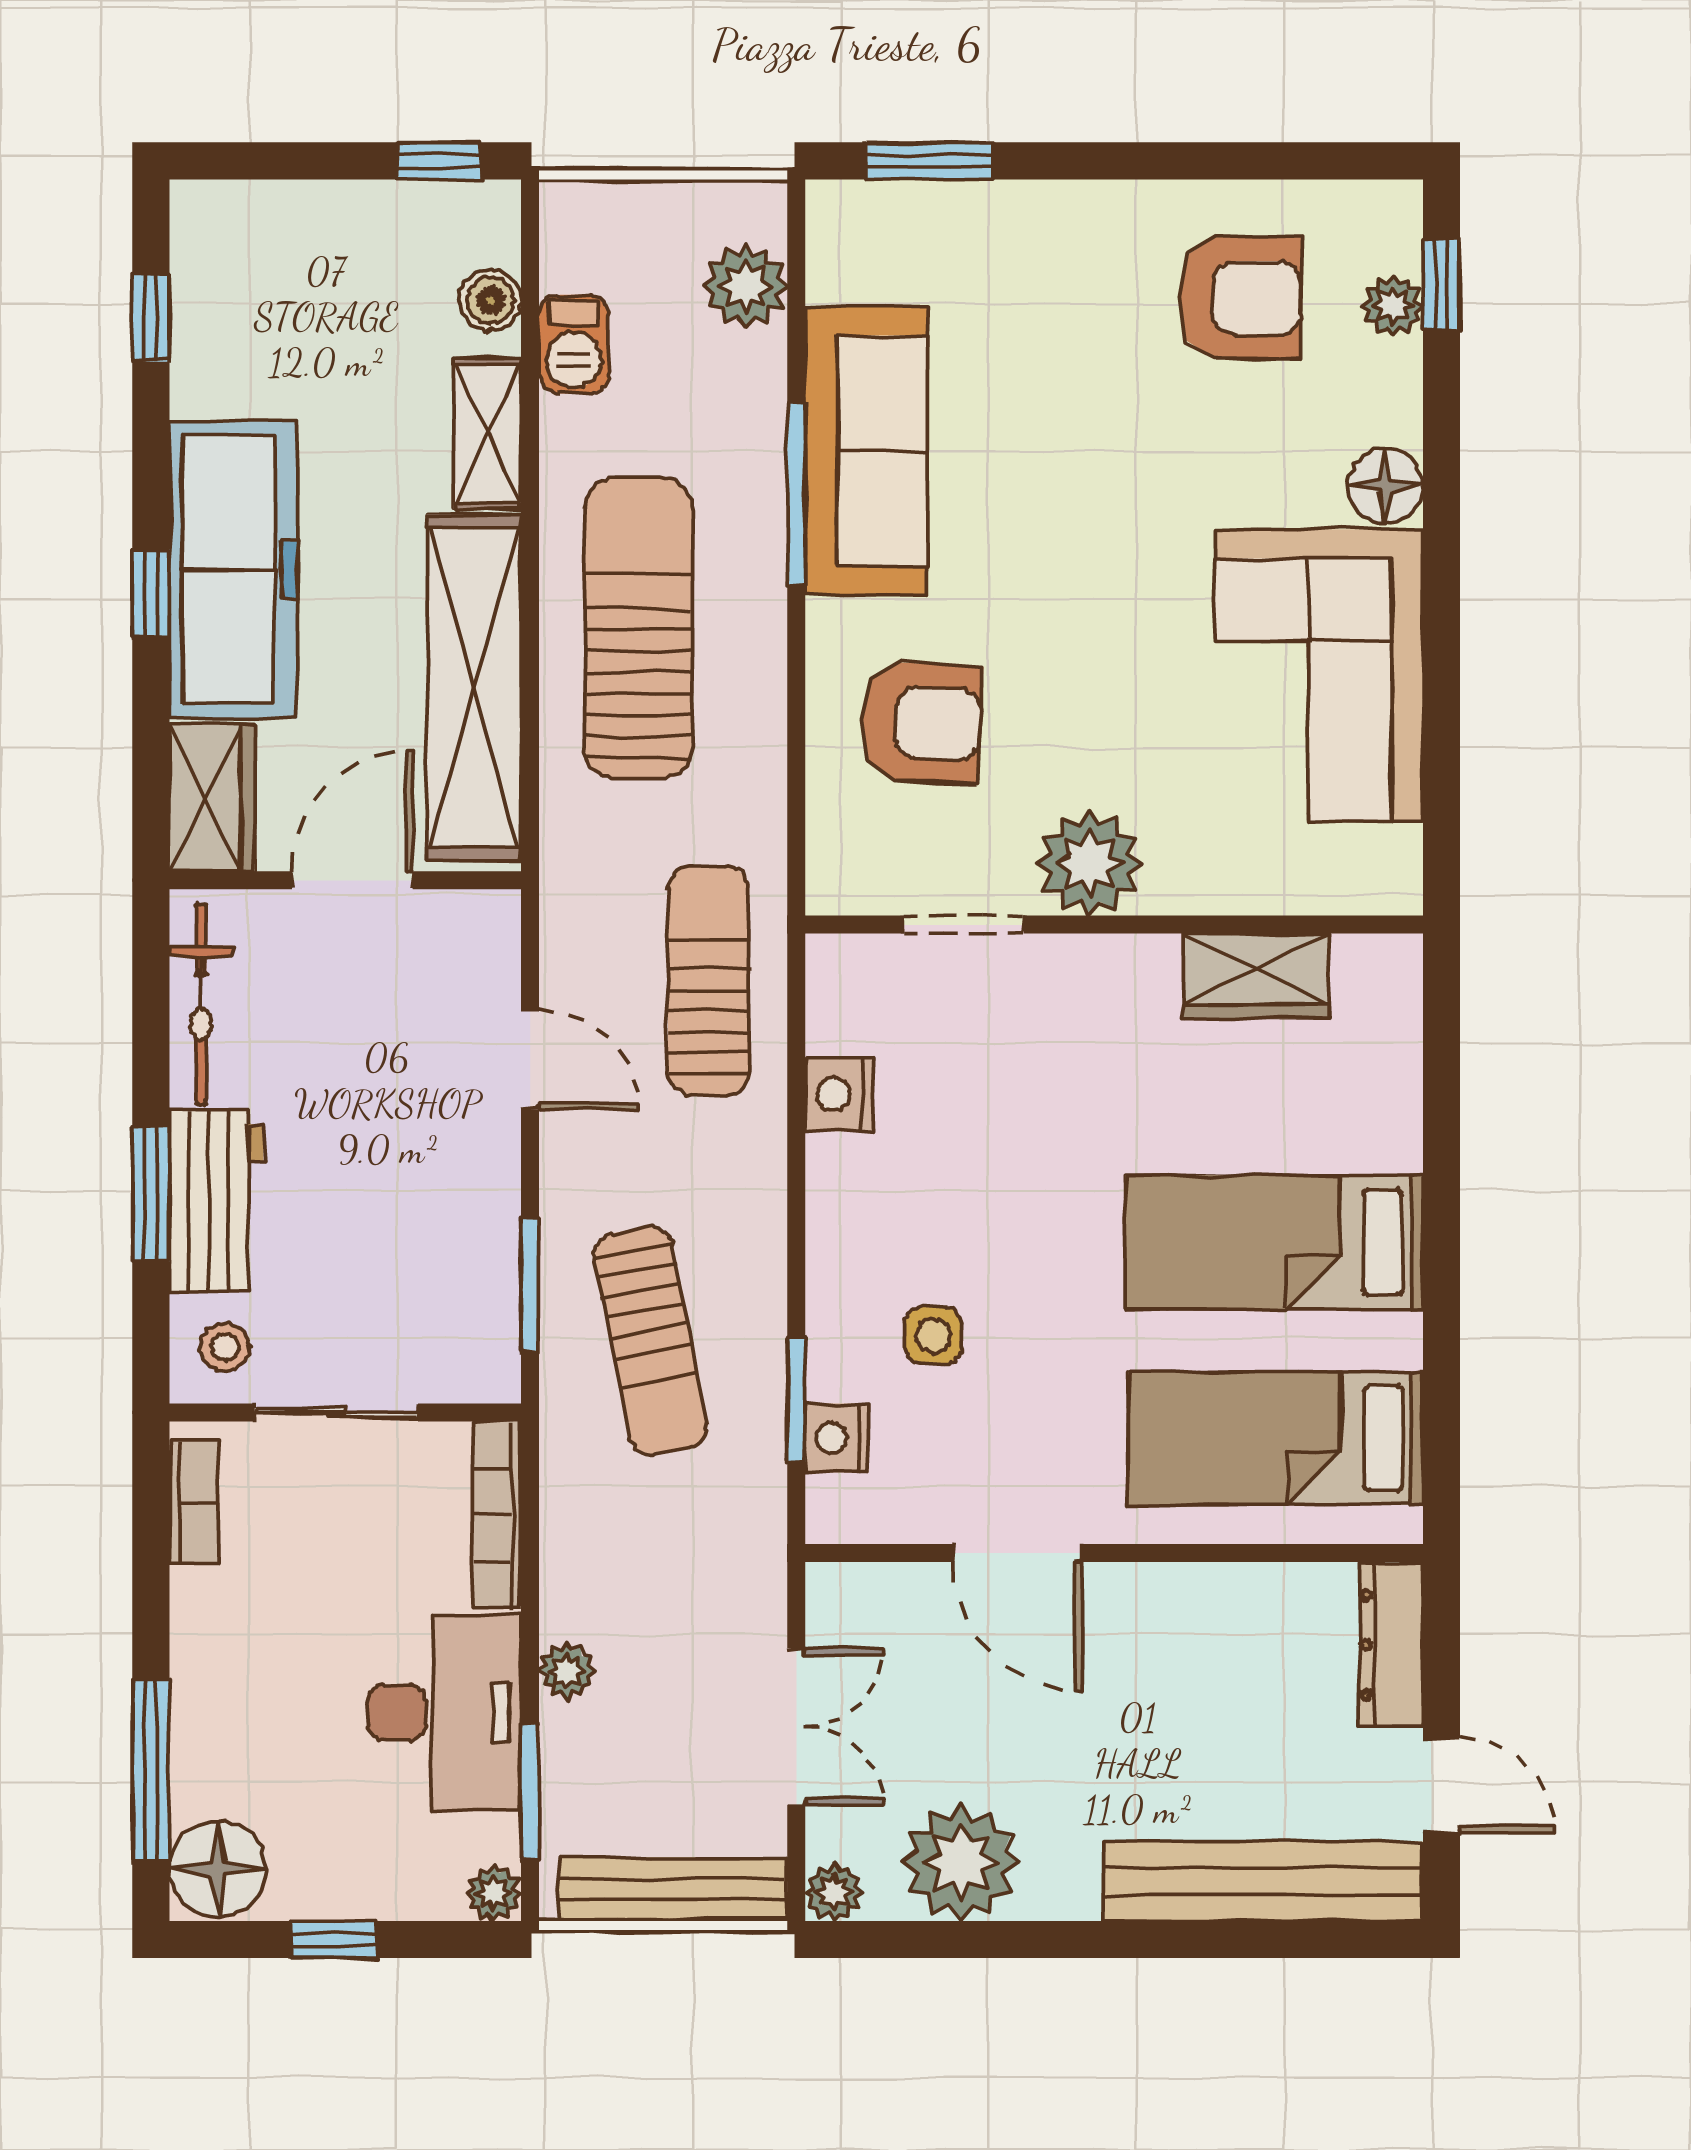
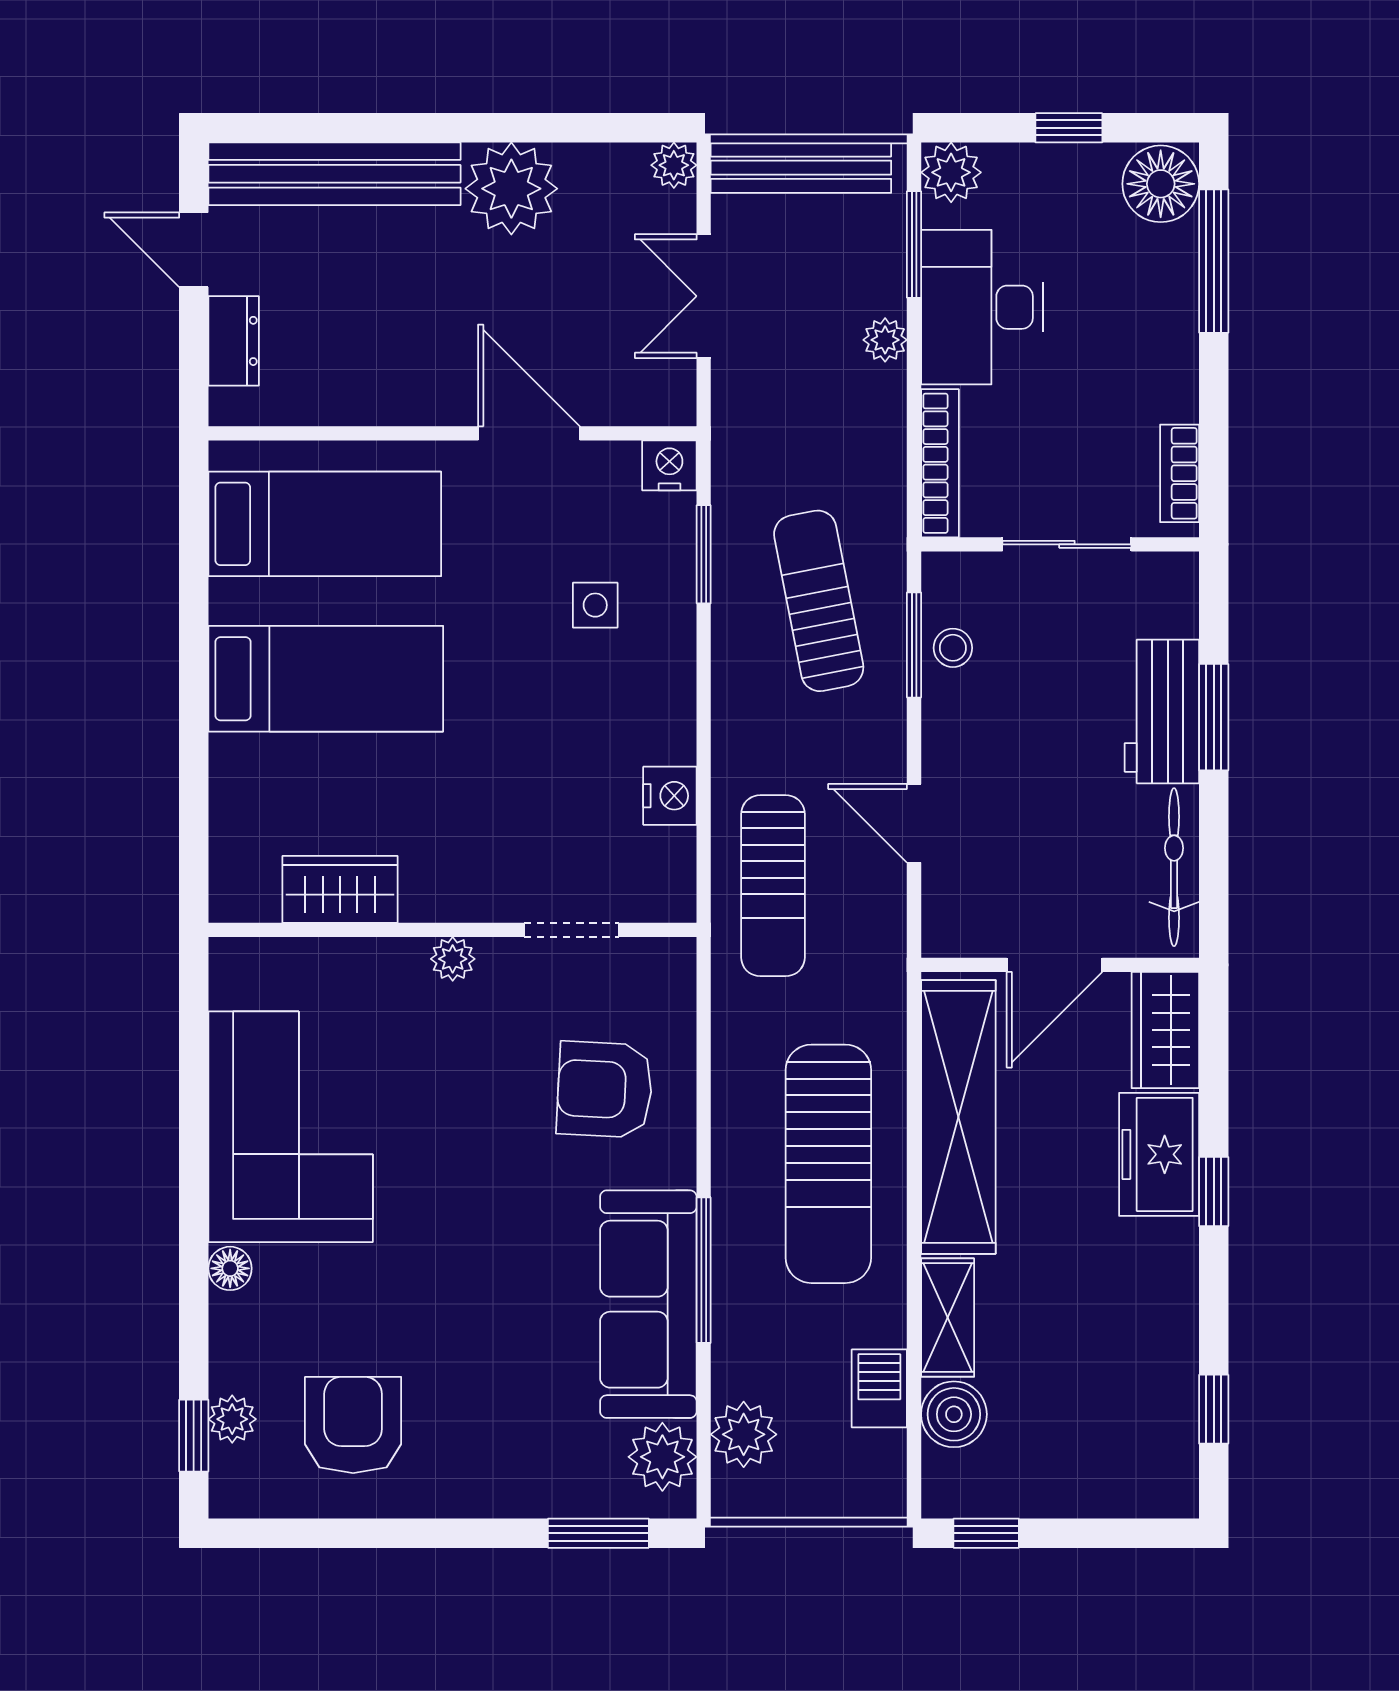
plant: (848, 258) -> (662, 1457), added
armchair: (1240, 298) -> (353, 1425), turned 90
boiler: (491, 300) -> (954, 1414), width x1.36, depth x1.36
floor lamp: (1385, 486) -> (230, 1268), width x0.73, depth x0.73
freezer: (233, 569) -> (1159, 1154), width x0.52, depth x0.79
plant: (1089, 863) -> (453, 959), width x0.53, depth x0.53
stool: (225, 1347) -> (953, 648), moved
nightstand: (837, 1438) -> (669, 465), moved, turned -90
dresser: (1391, 1645) -> (234, 341), width x0.70
plant: (961, 1863) -> (511, 189), moved
plant: (494, 1893) -> (951, 172), width x1.38, depth x1.38

